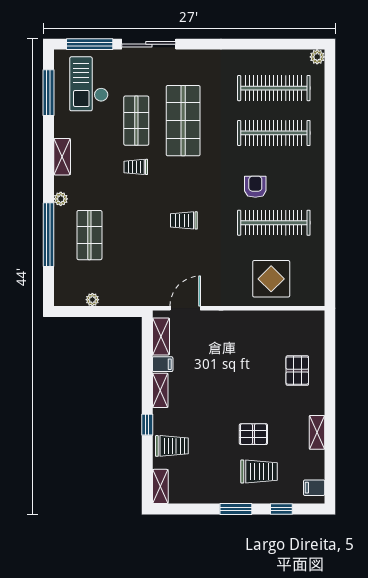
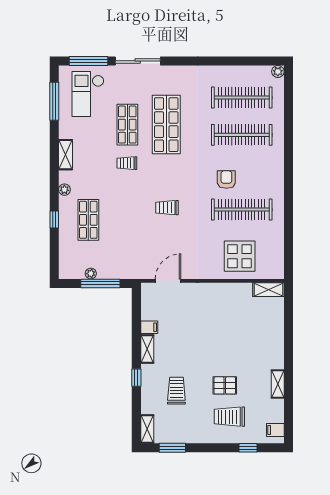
window: (48, 235) -> (54, 219), width x0.32
window: (104, 312) -> (100, 283), added
shelving: (161, 336) -> (268, 290), moved, turned 90
pallet: (297, 371) -> (261, 333), removed
trolley: (172, 446) -> (176, 391), moved, turned -90
trolley: (259, 472) -> (229, 417), turned 180
window: (236, 509) -> (172, 448), moved

